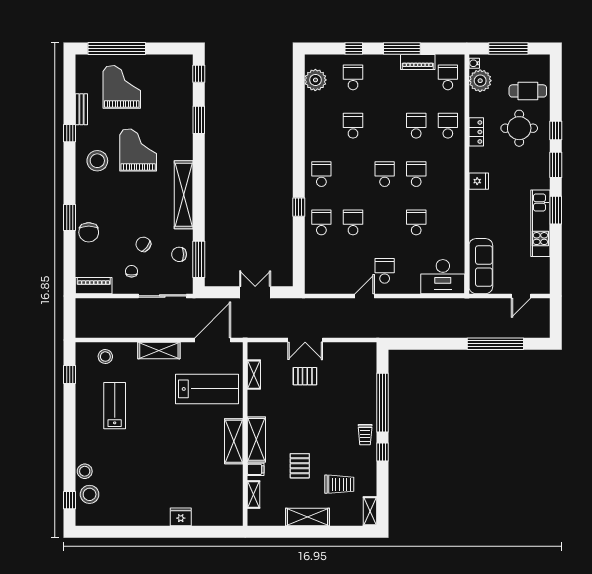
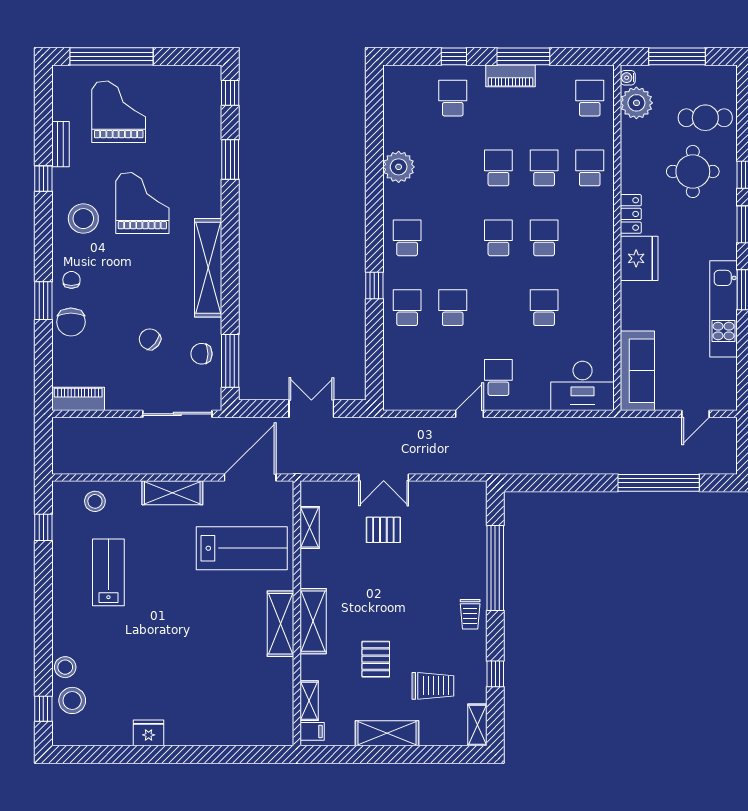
piano: (418, 62) -> (511, 76), moved
plant: (315, 80) -> (399, 167), moved
school desk: (353, 126) -> (498, 168), moved
locker: (476, 132) -> (631, 214), moved
fridge: (479, 181) -> (639, 258), width x1.88, depth x1.34
chair: (132, 271) -> (71, 280), moved
window: (382, 452) -> (495, 674), moved
filing cabinet: (256, 469) -> (312, 731), moved
fridge: (181, 517) -> (149, 733), moved

